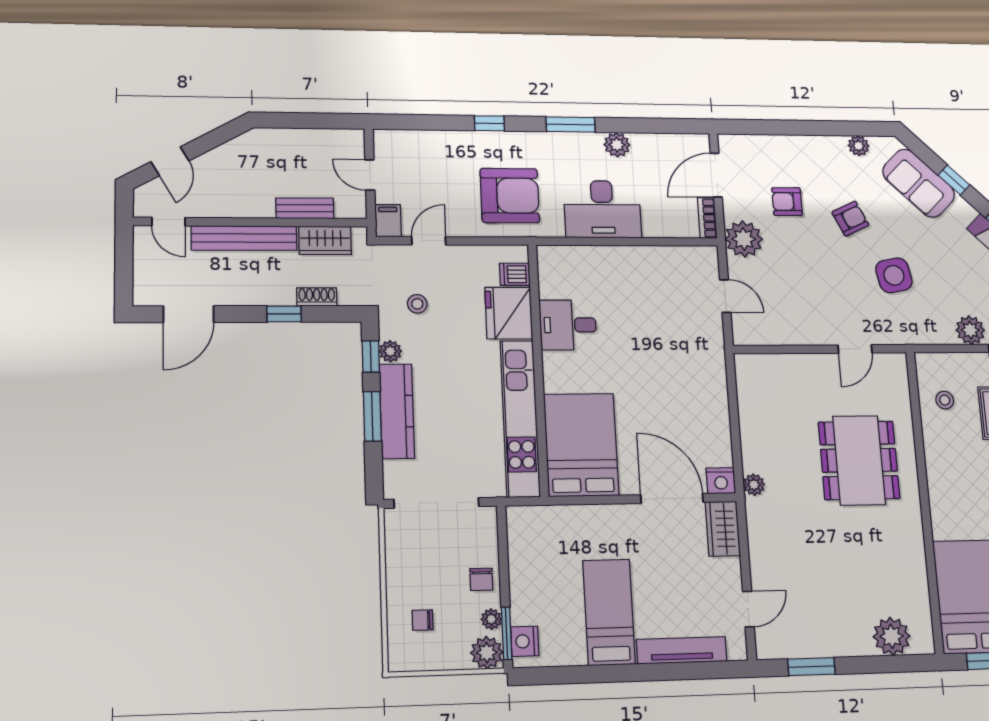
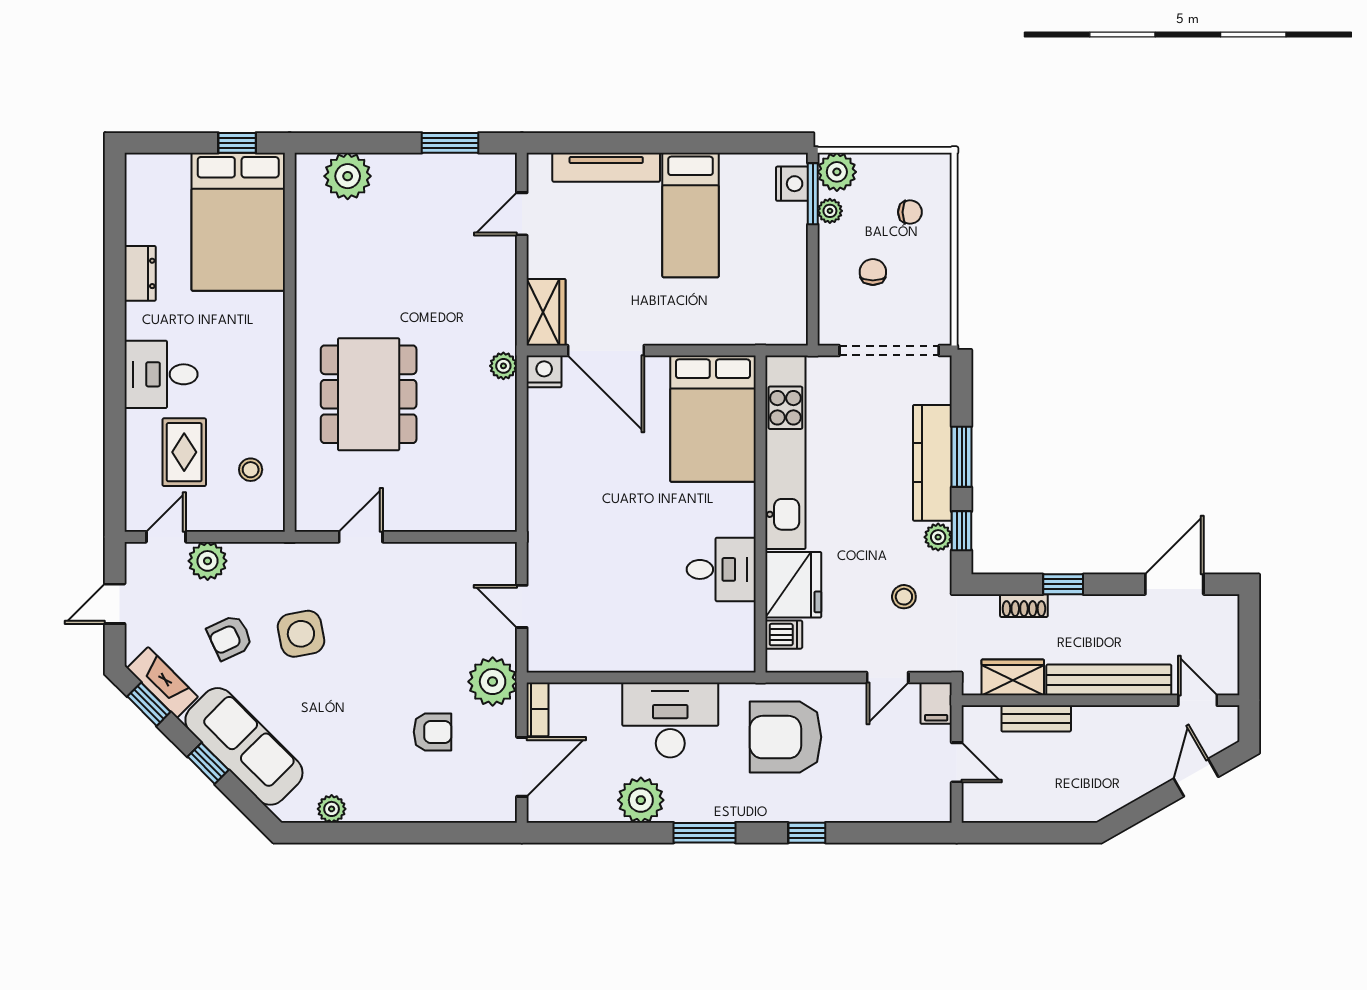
plant: (617, 145) -> (641, 800), width x1.36, depth x1.36
sofa: (919, 183) -> (244, 746), width x1.36
armchair: (850, 219) -> (230, 637), moved
chair: (481, 579) -> (873, 272), moved

